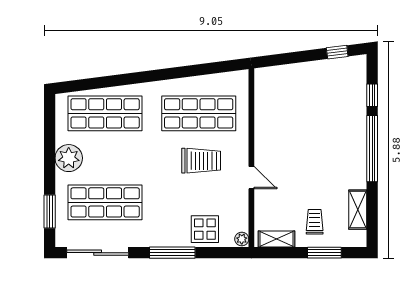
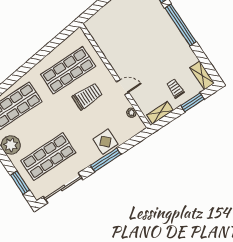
shelving: (358, 210) -> (202, 75), moved
display table: (205, 229) -> (105, 142), moved
plant: (242, 239) -> (131, 113), moved

